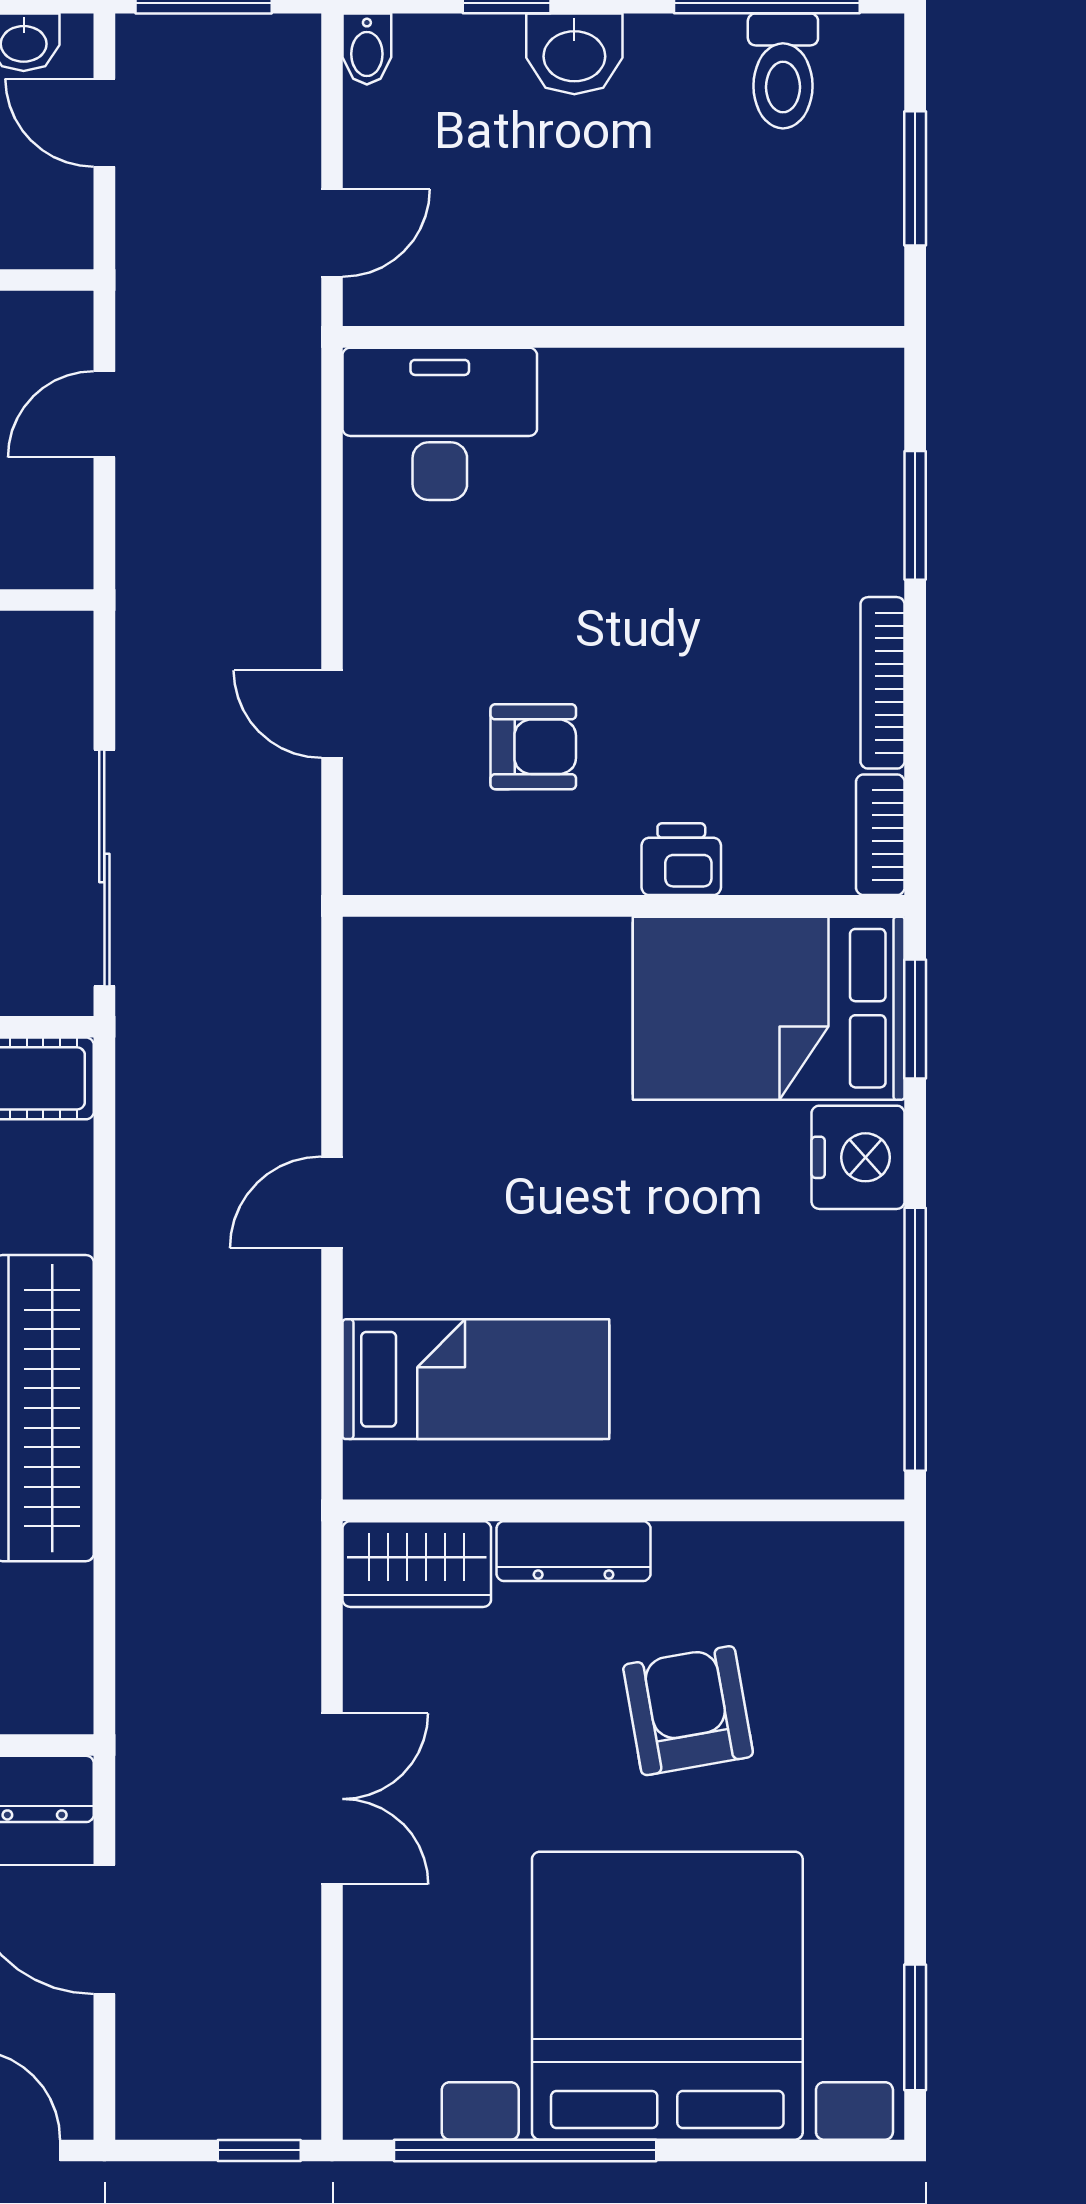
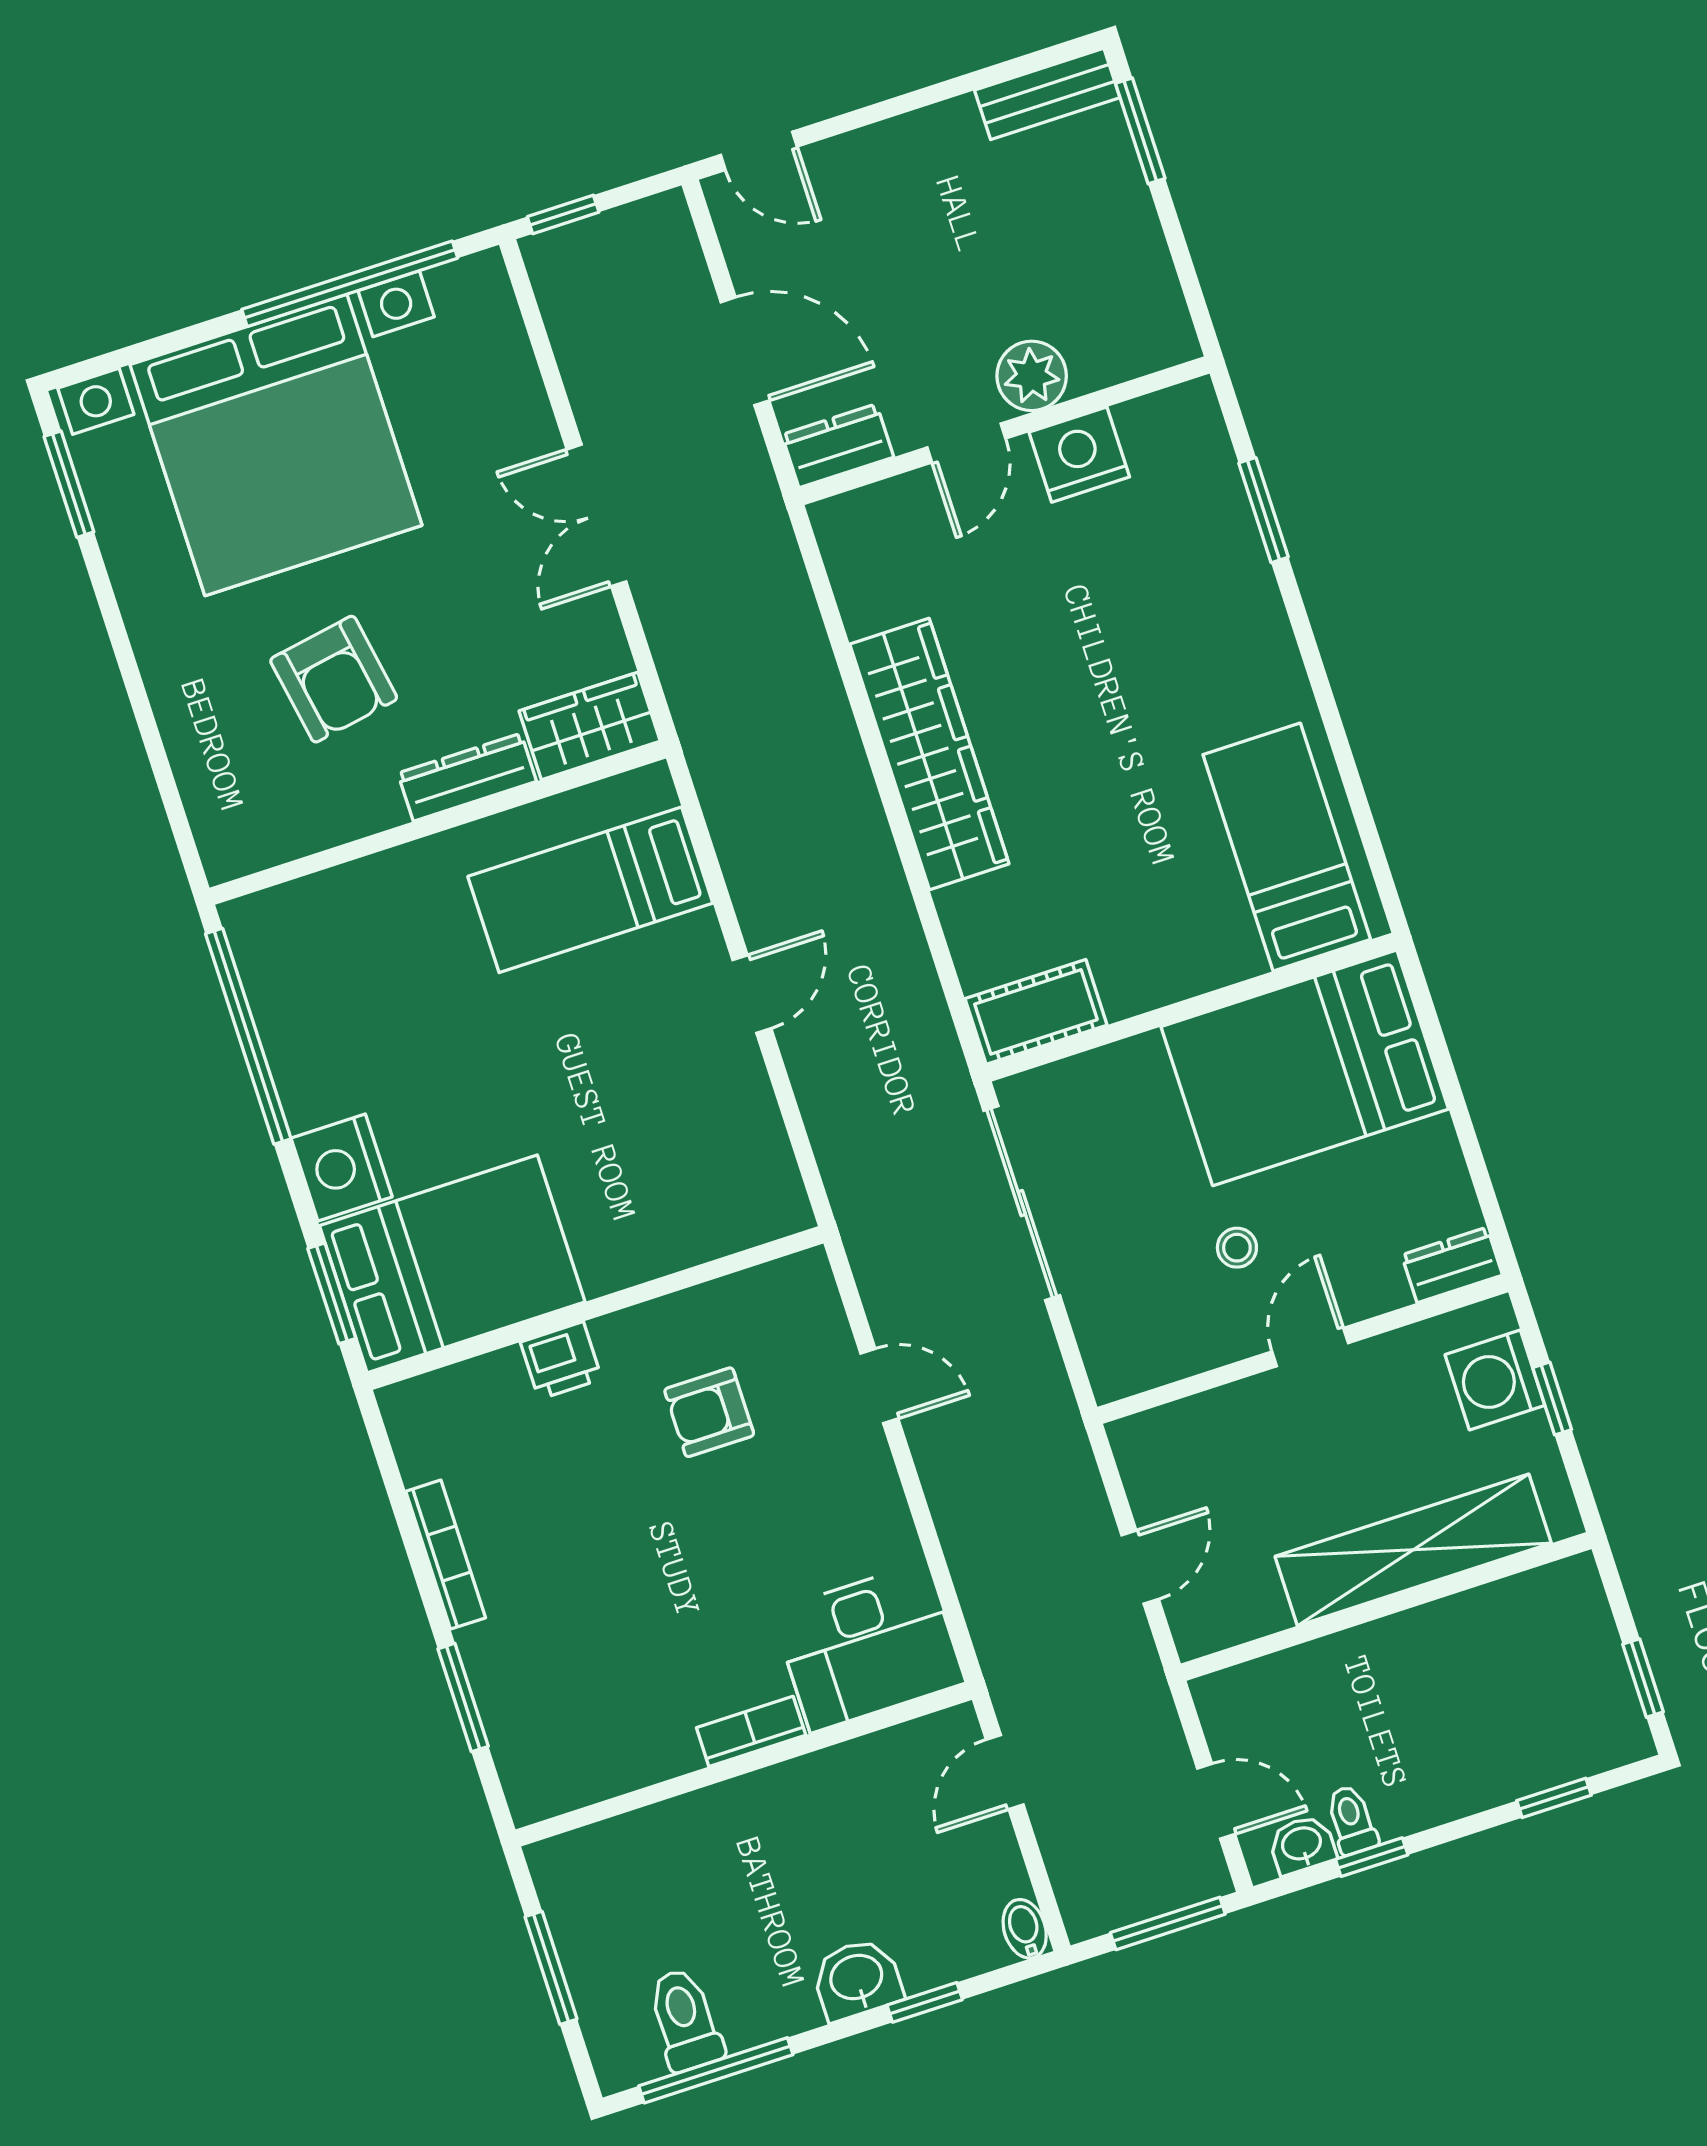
bookcase: (880, 835) -> (751, 1731), moved, turned -90

